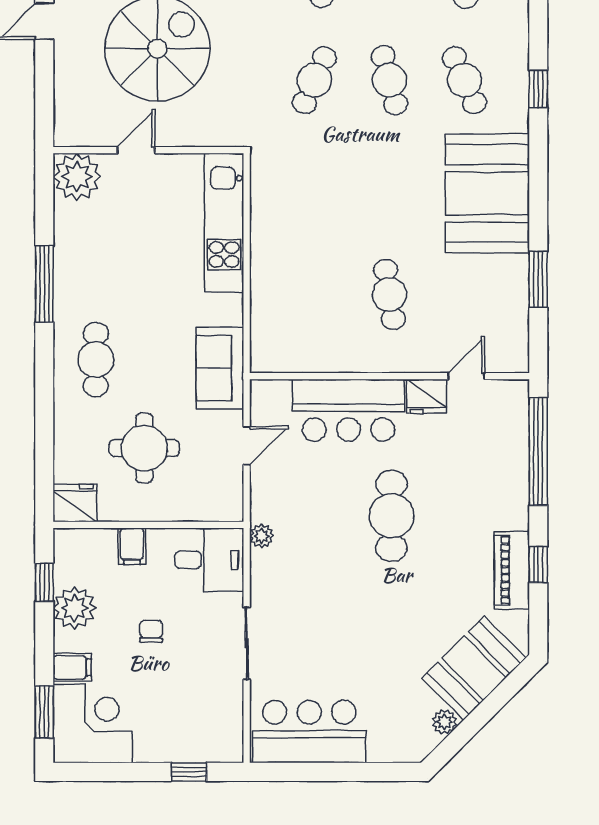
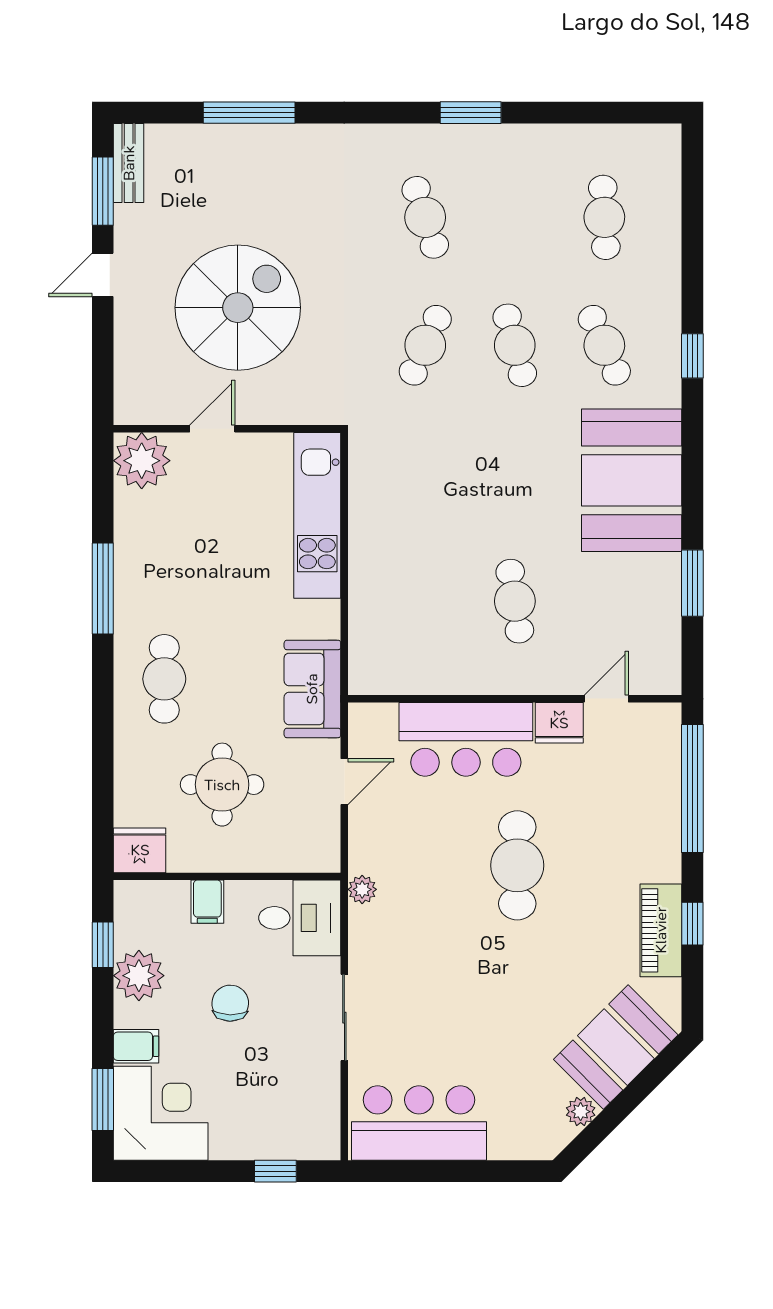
chair: (151, 631) -> (230, 1003), width x1.37, depth x1.37

